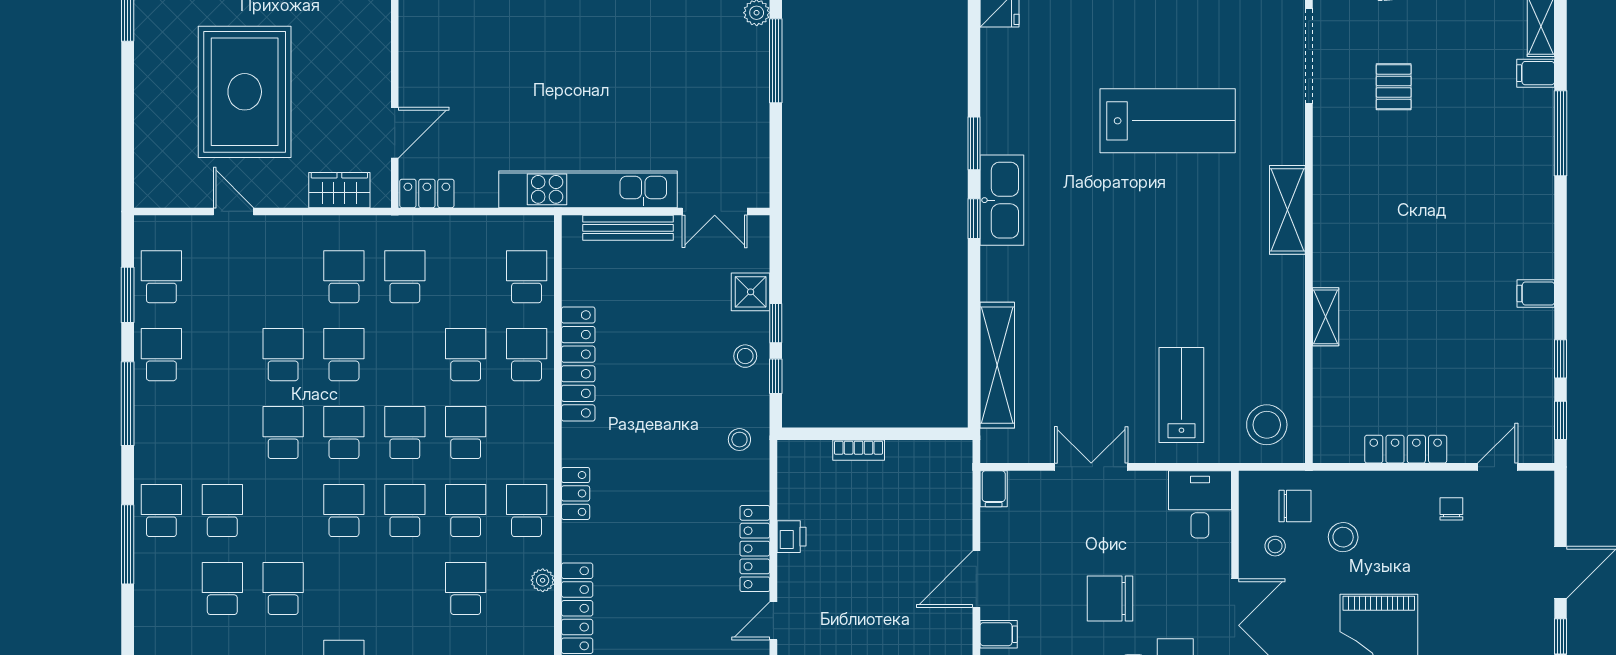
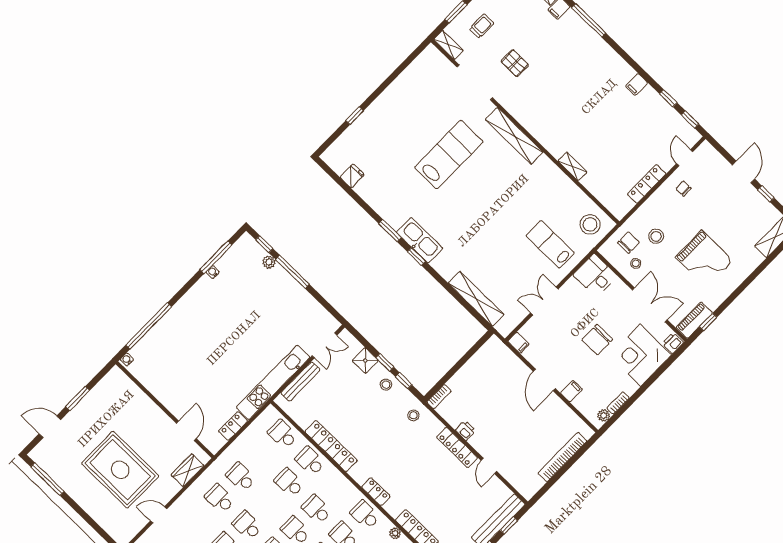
locker: (427, 193) -> (233, 426), moved
shelving: (1287, 210) -> (514, 136), width x1.47
bookcase: (859, 450) -> (439, 397), moved

